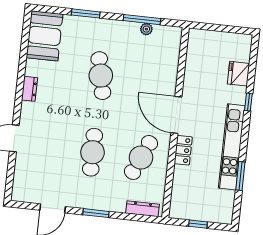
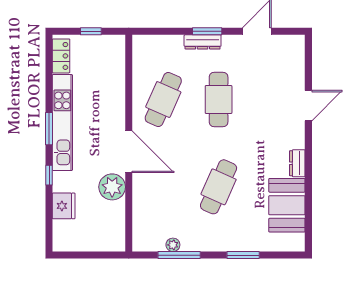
booth: (44, 36) -> (287, 205), moved
cafe table: (101, 76) -> (219, 187), turned 36
plant: (194, 86) -> (112, 187), added
locker: (183, 150) -> (61, 56), moved, turned 180
window: (240, 176) -> (49, 129), moved
dresser: (142, 209) -> (203, 42), moved

